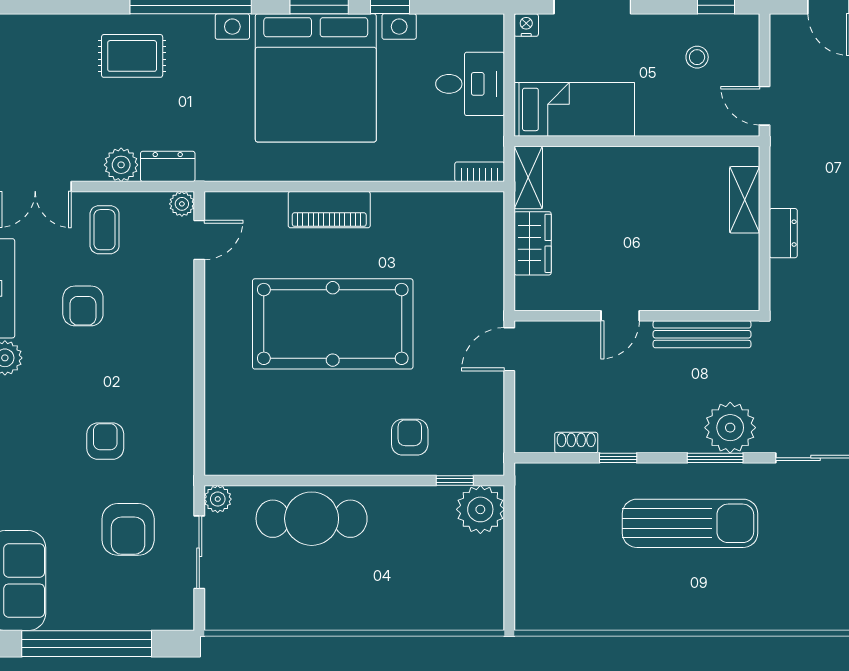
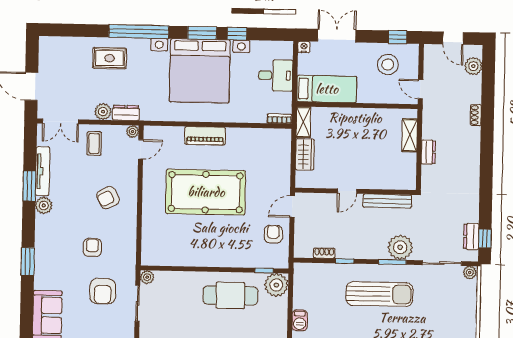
stool: (697, 57) -> (388, 65), width x1.89, depth x1.89
armchair: (83, 306) -> (108, 198), moved, turned 63
armchair: (410, 437) -> (273, 234), moved
cafe table: (312, 519) -> (230, 295), moved
barbecue: (529, 580) -> (300, 320), added

